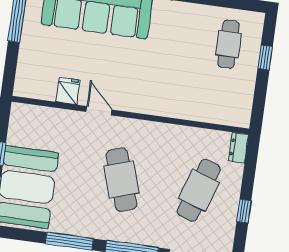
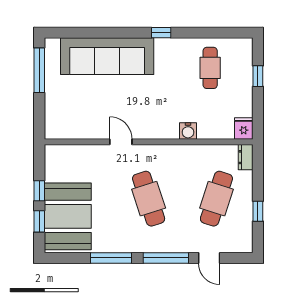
cafe table: (229, 44) -> (210, 68), moved
fridge: (68, 91) -> (244, 129), moved
water cooler: (177, 109) -> (188, 131), added

